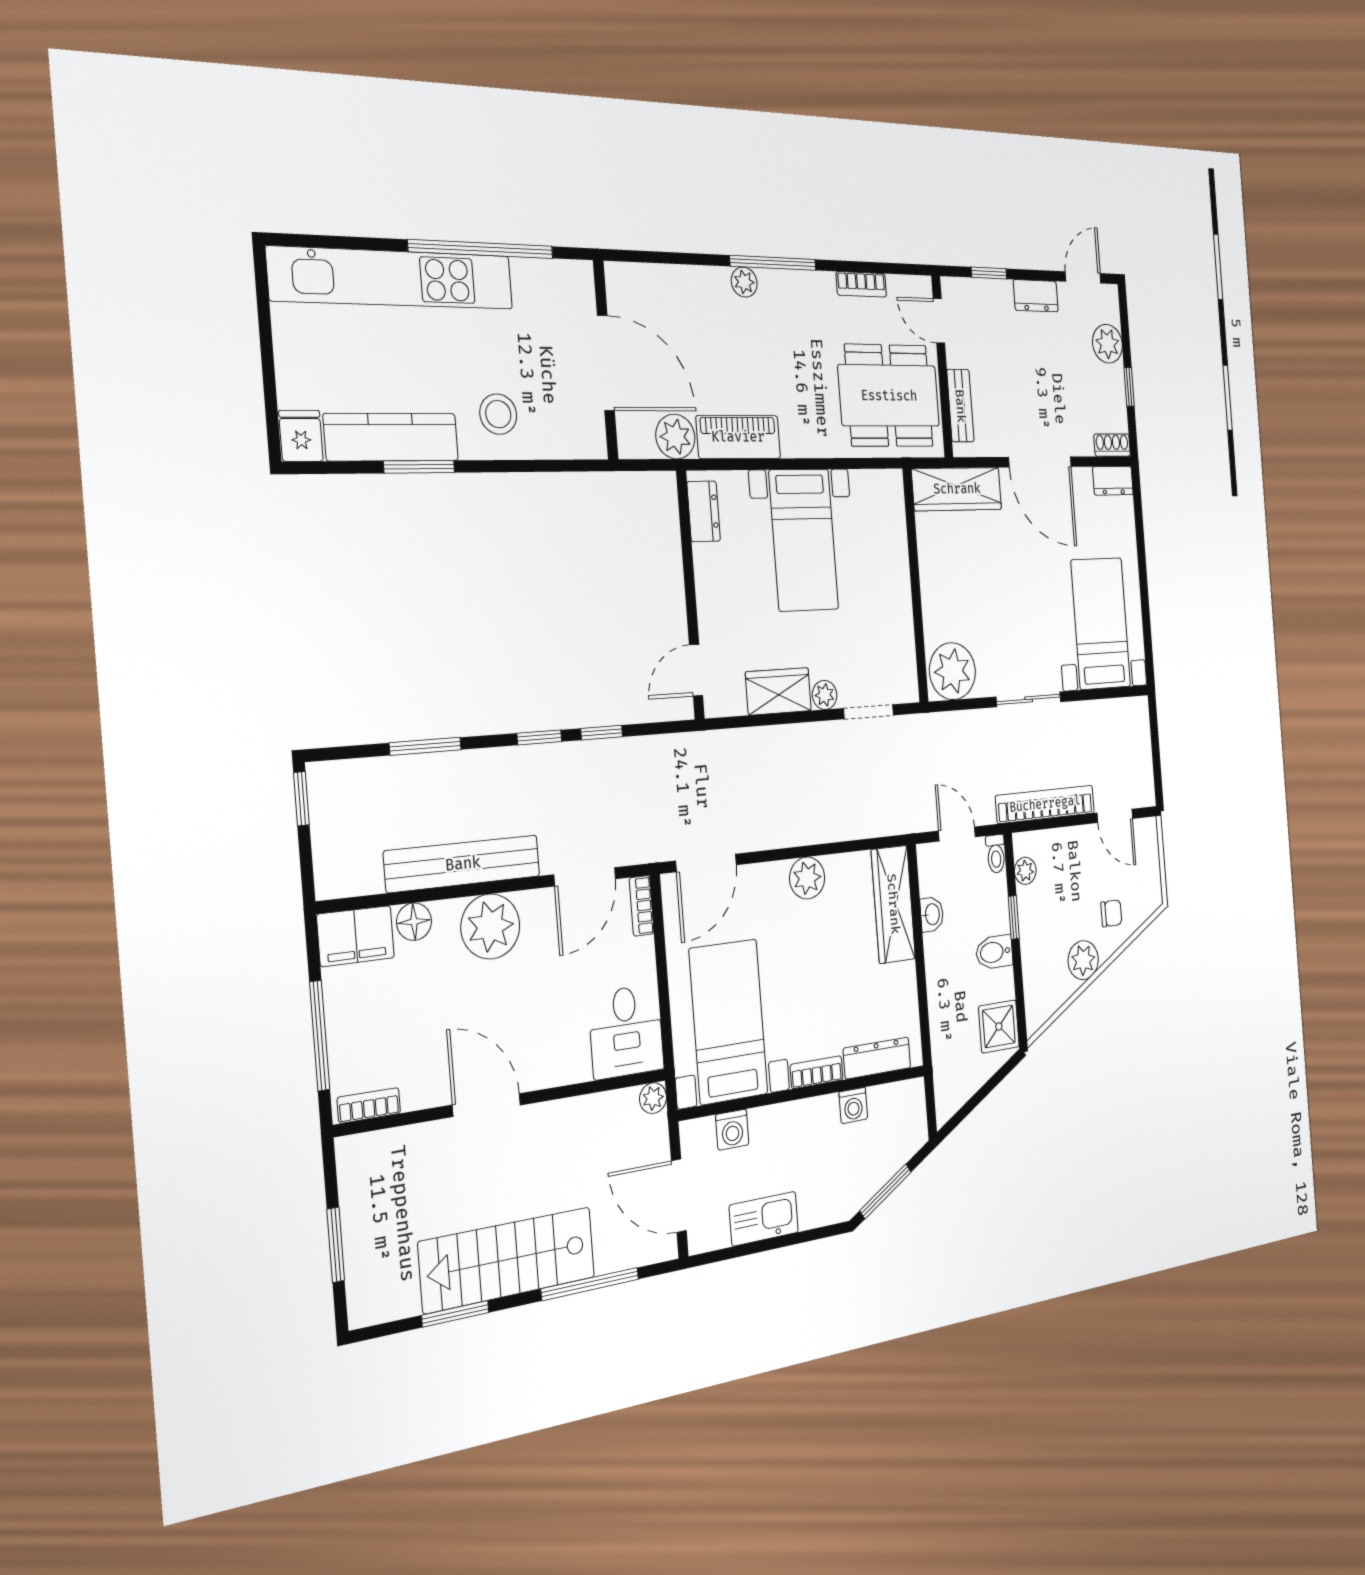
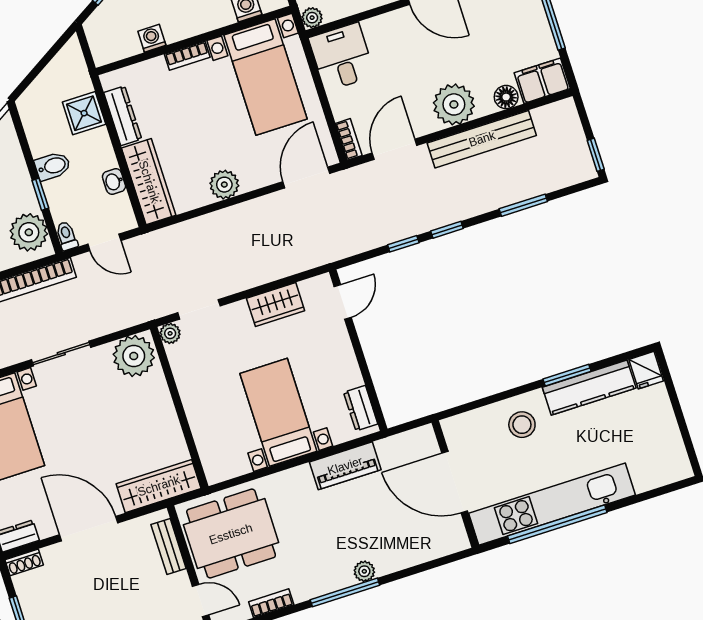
kitchen unit: (392, 278) -> (552, 504), moved
plant: (675, 437) -> (393, 451), removed
plant: (825, 695) -> (170, 333), moved
plant: (1025, 871) -> (29, 232), width x1.88, depth x1.88
shower: (999, 1026) -> (84, 113), moved
dresser: (877, 1058) -> (123, 116), moved, turned -90

